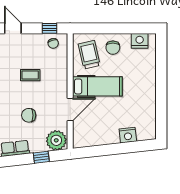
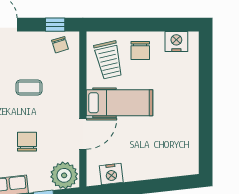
trolley: (89, 55) -> (109, 60), turned 180
chair: (29, 115) -> (27, 142), turned 90
nightstand: (128, 135) -> (111, 174), moved

